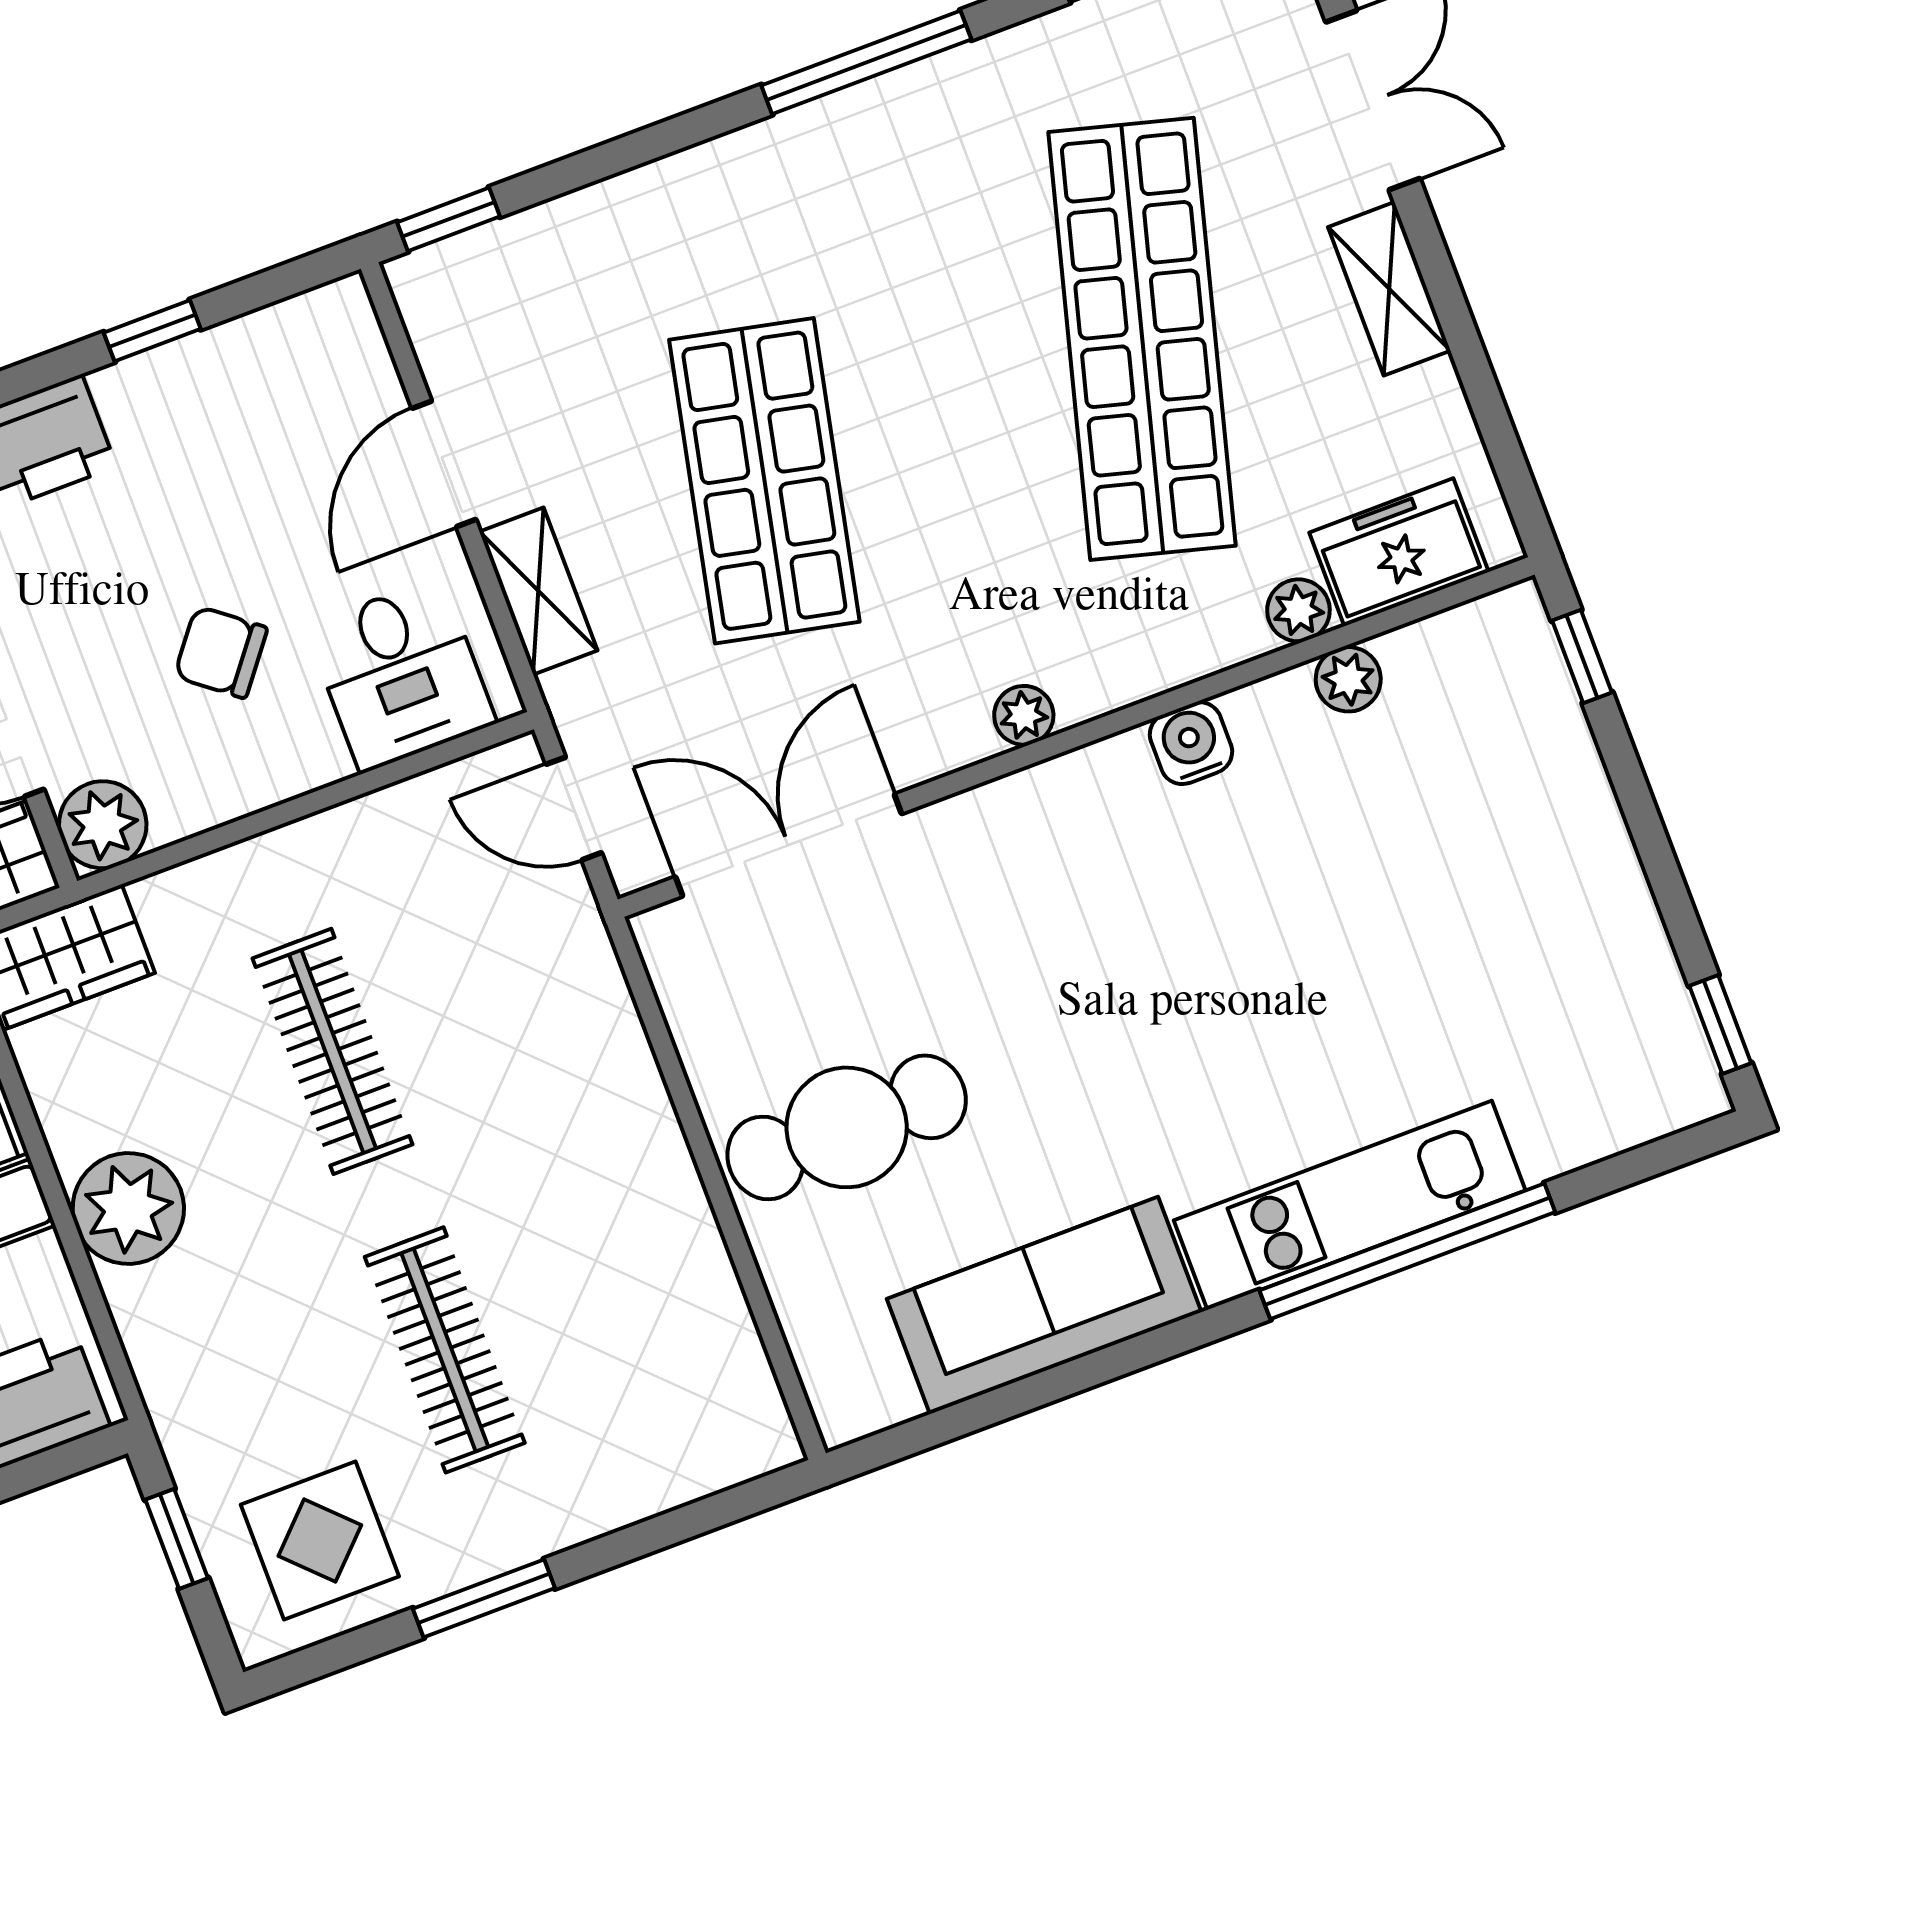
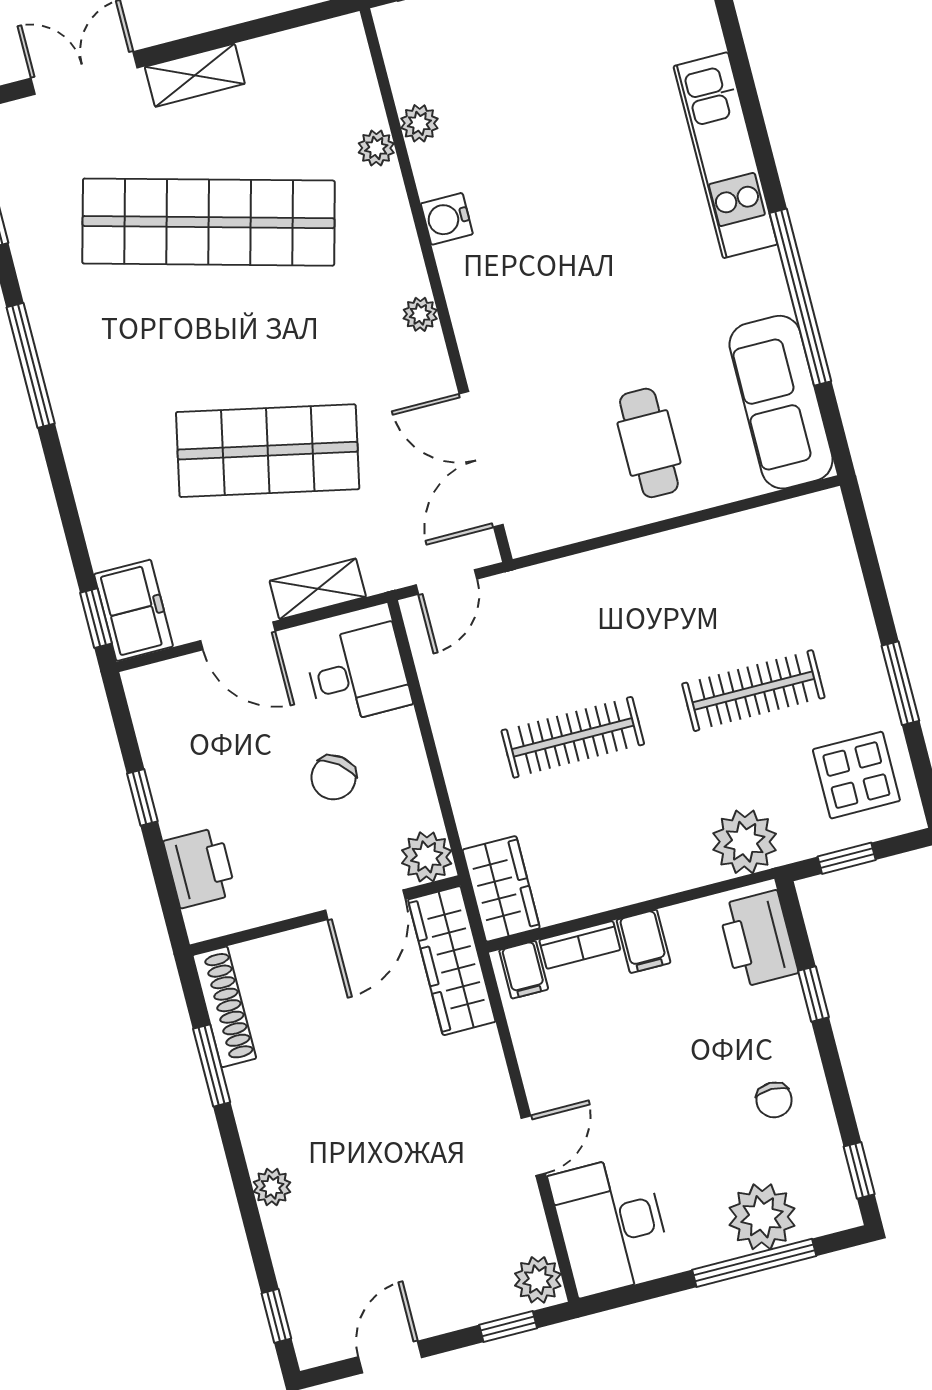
freezer: (1399, 552) -> (134, 610), moved, turned 180
cafe table: (847, 1127) -> (649, 443), width x0.73, depth x0.74
plant: (128, 1209) -> (745, 842), moved
window: (1407, 1251) -> (800, 297), moved
sofa: (1044, 1305) -> (781, 402), moved

